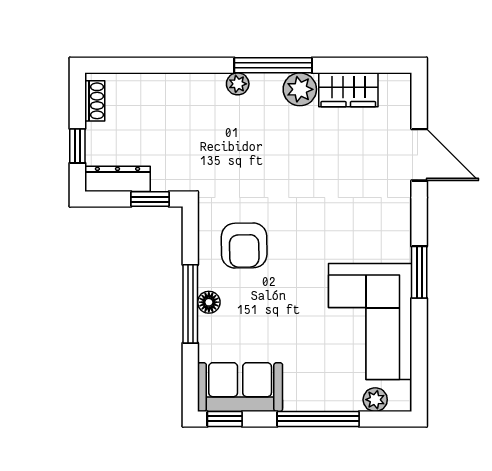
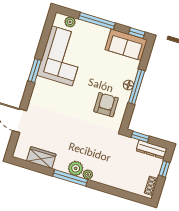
plant: (300, 89) -> (76, 168), moved

